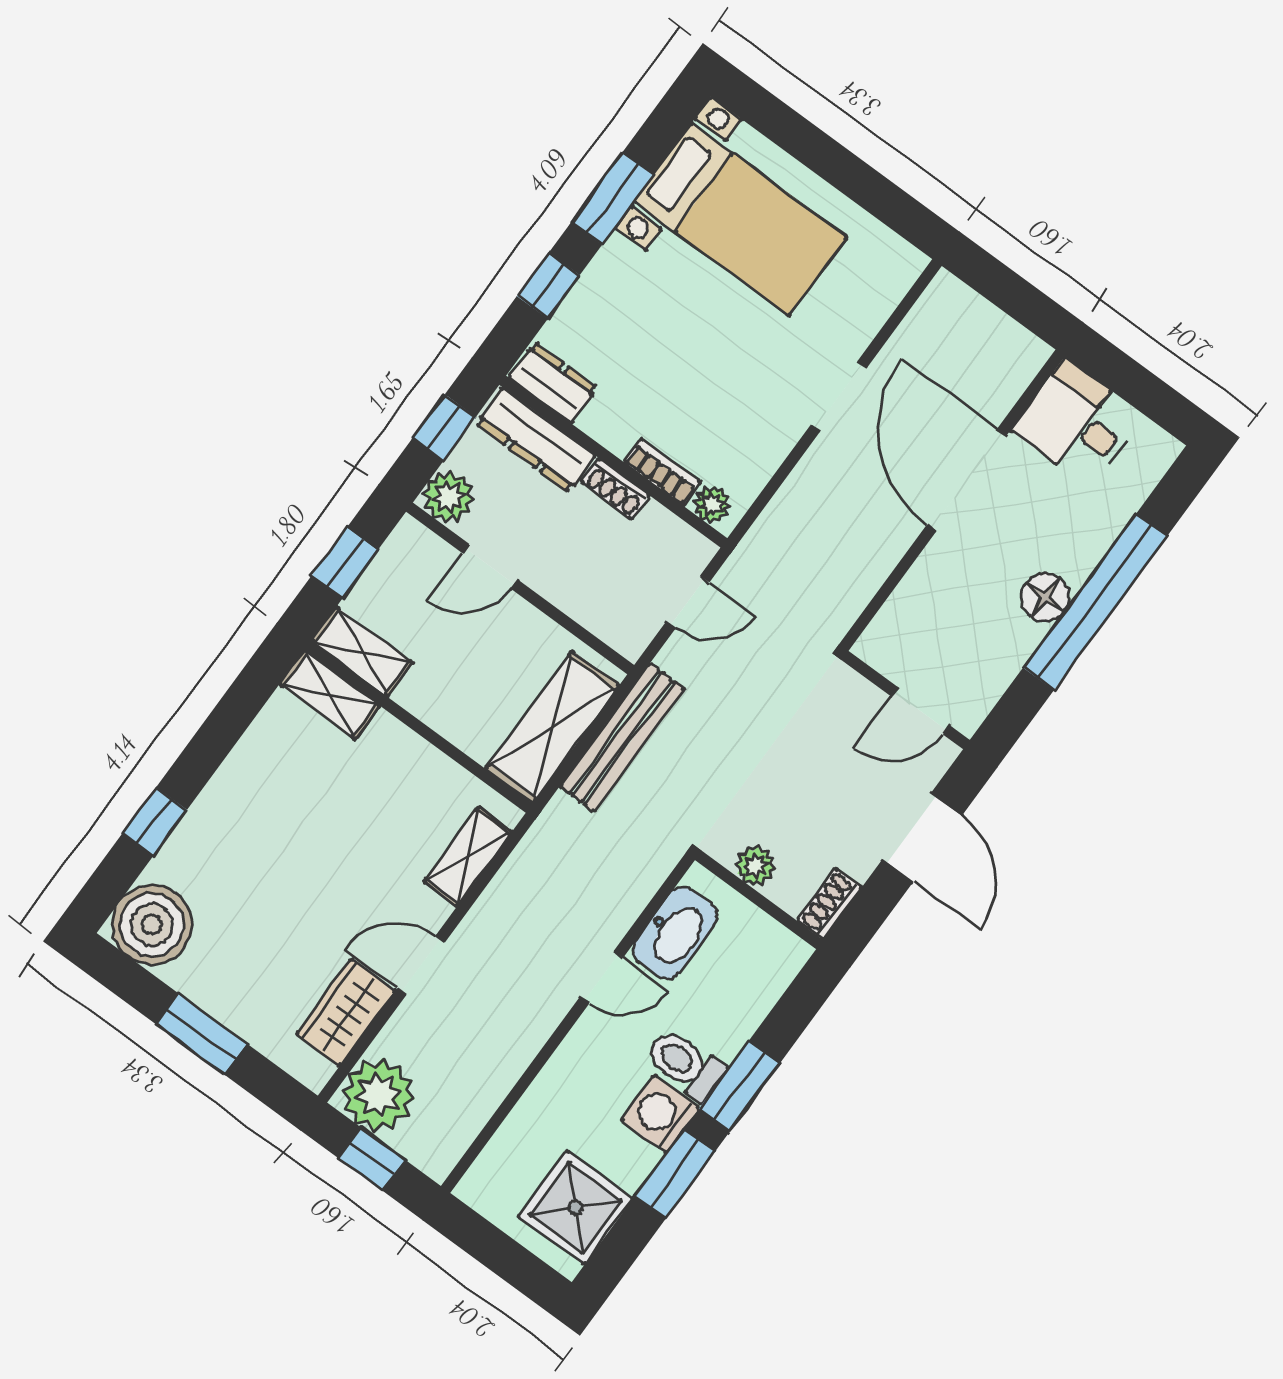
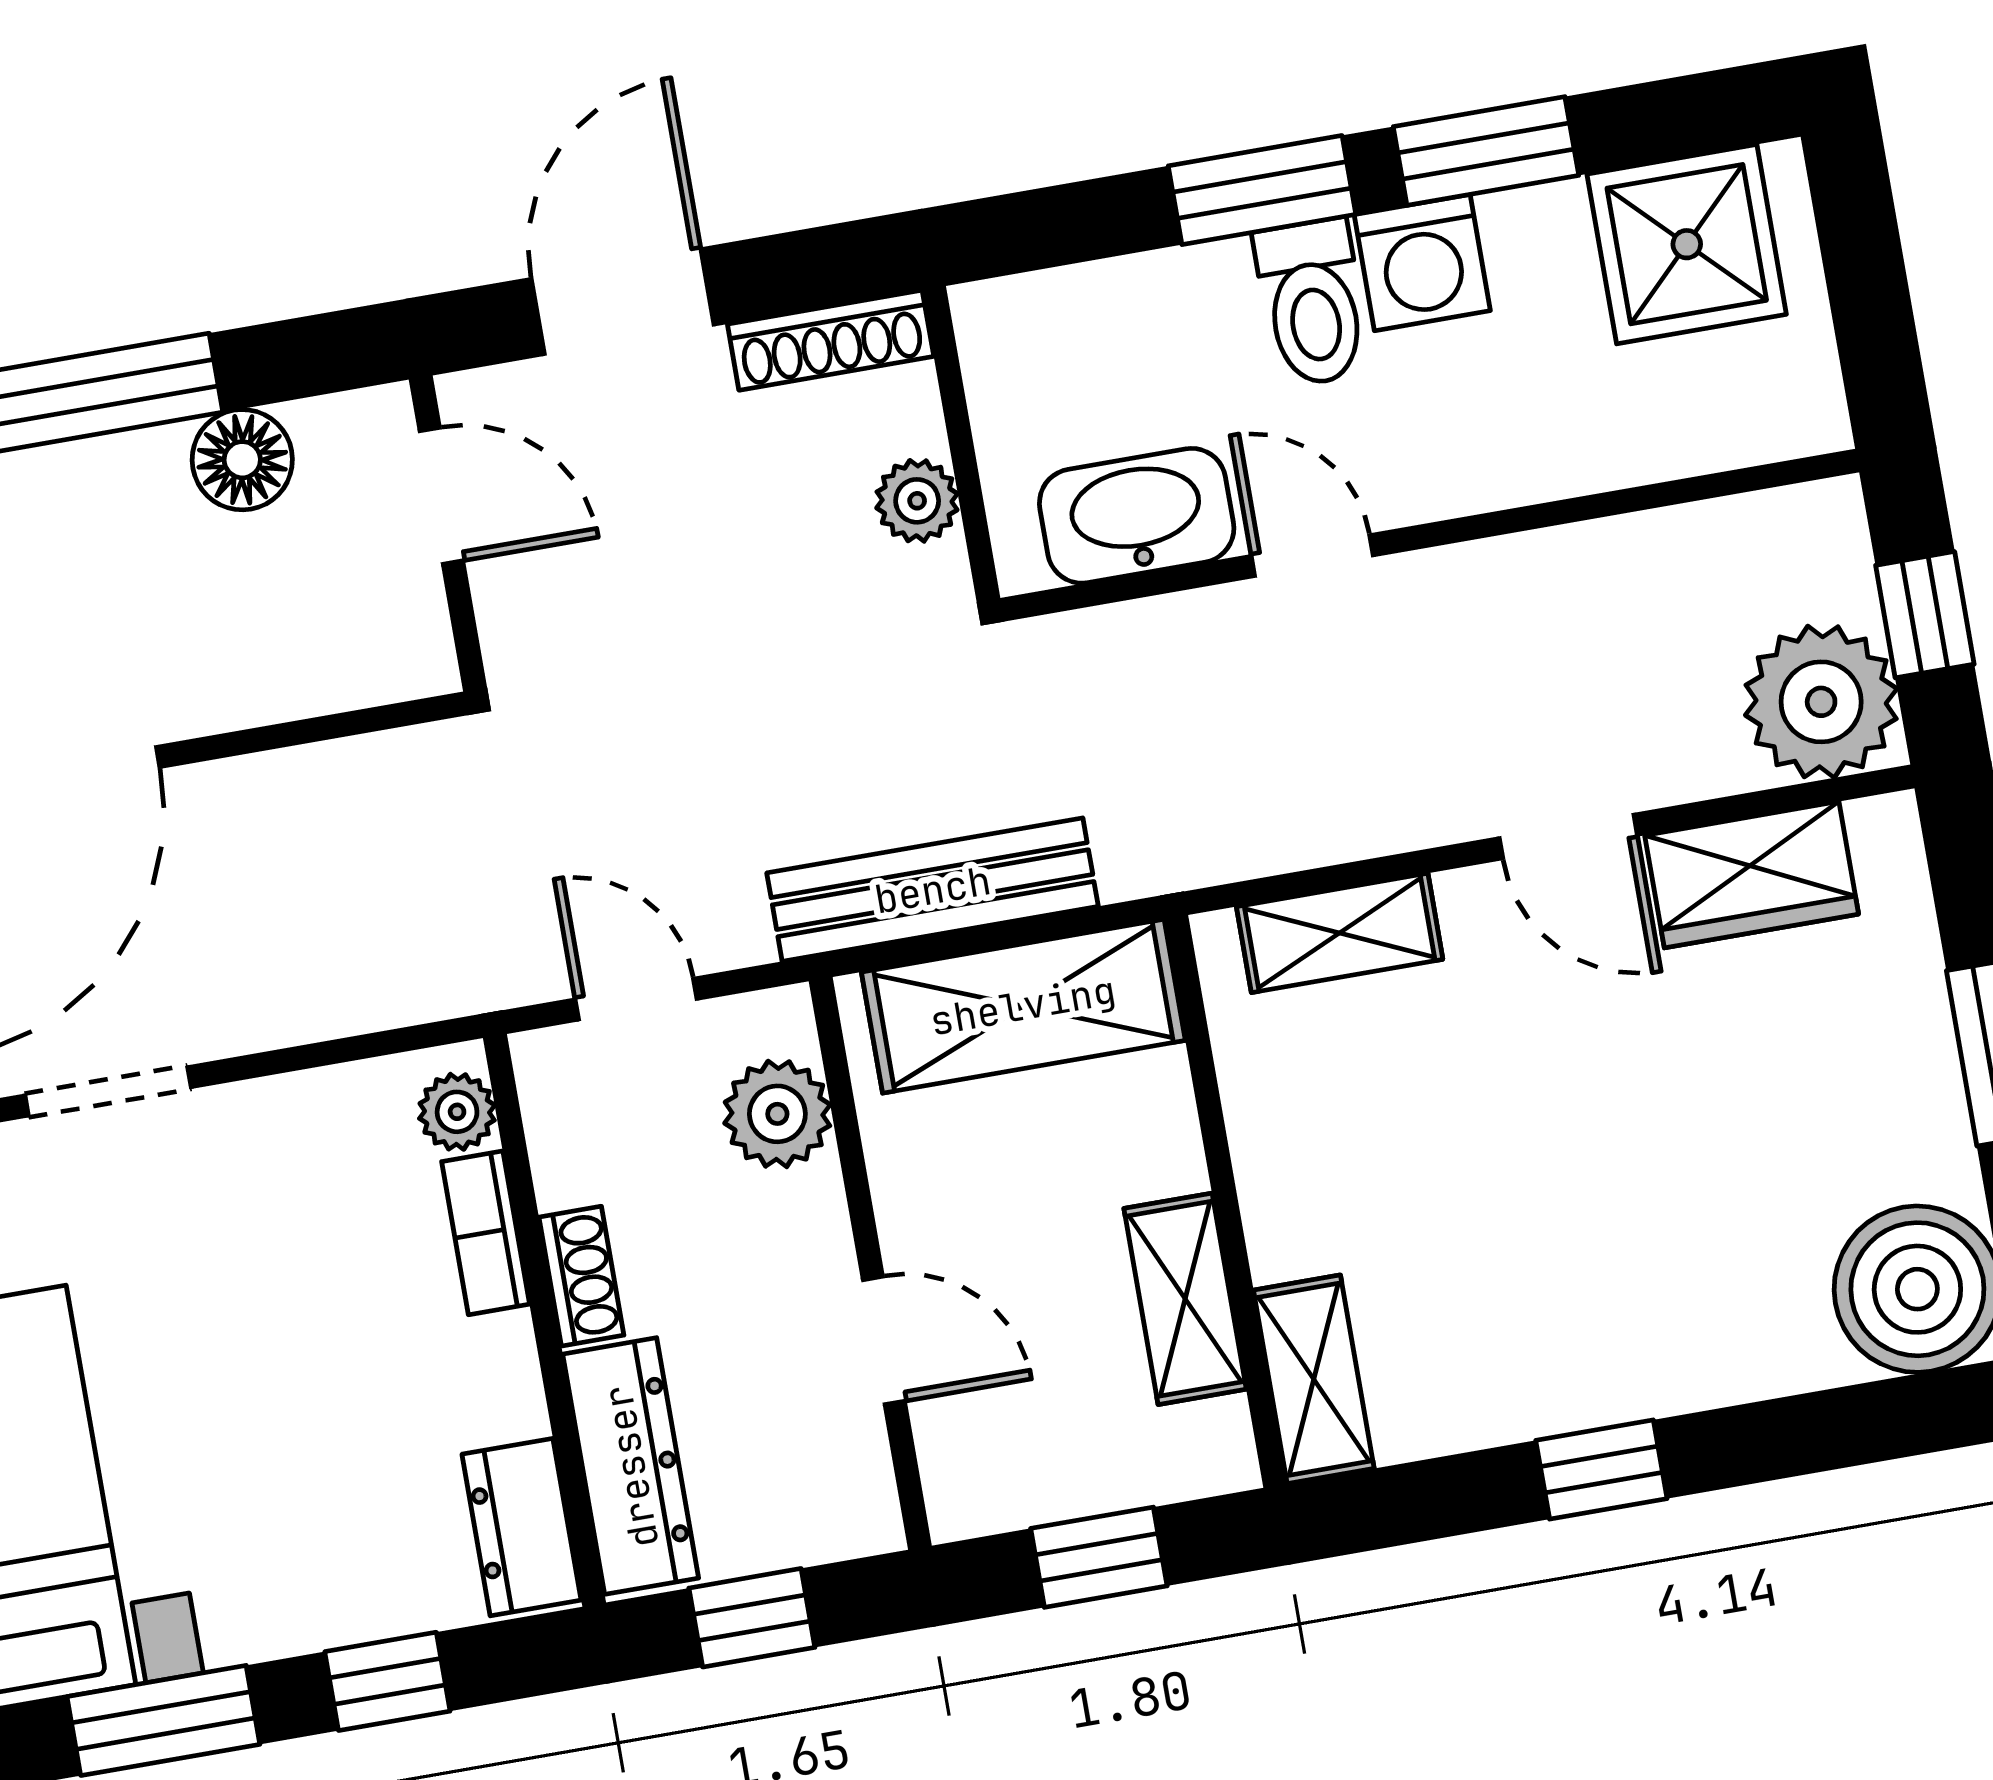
plant: (449, 497) -> (777, 1114), moved
floor lamp: (1045, 597) -> (242, 460), moved
shelving: (362, 652) -> (1185, 1299), moved
window: (155, 821) -> (1601, 1470), moved
shoe rack: (830, 904) -> (831, 340), width x1.43

